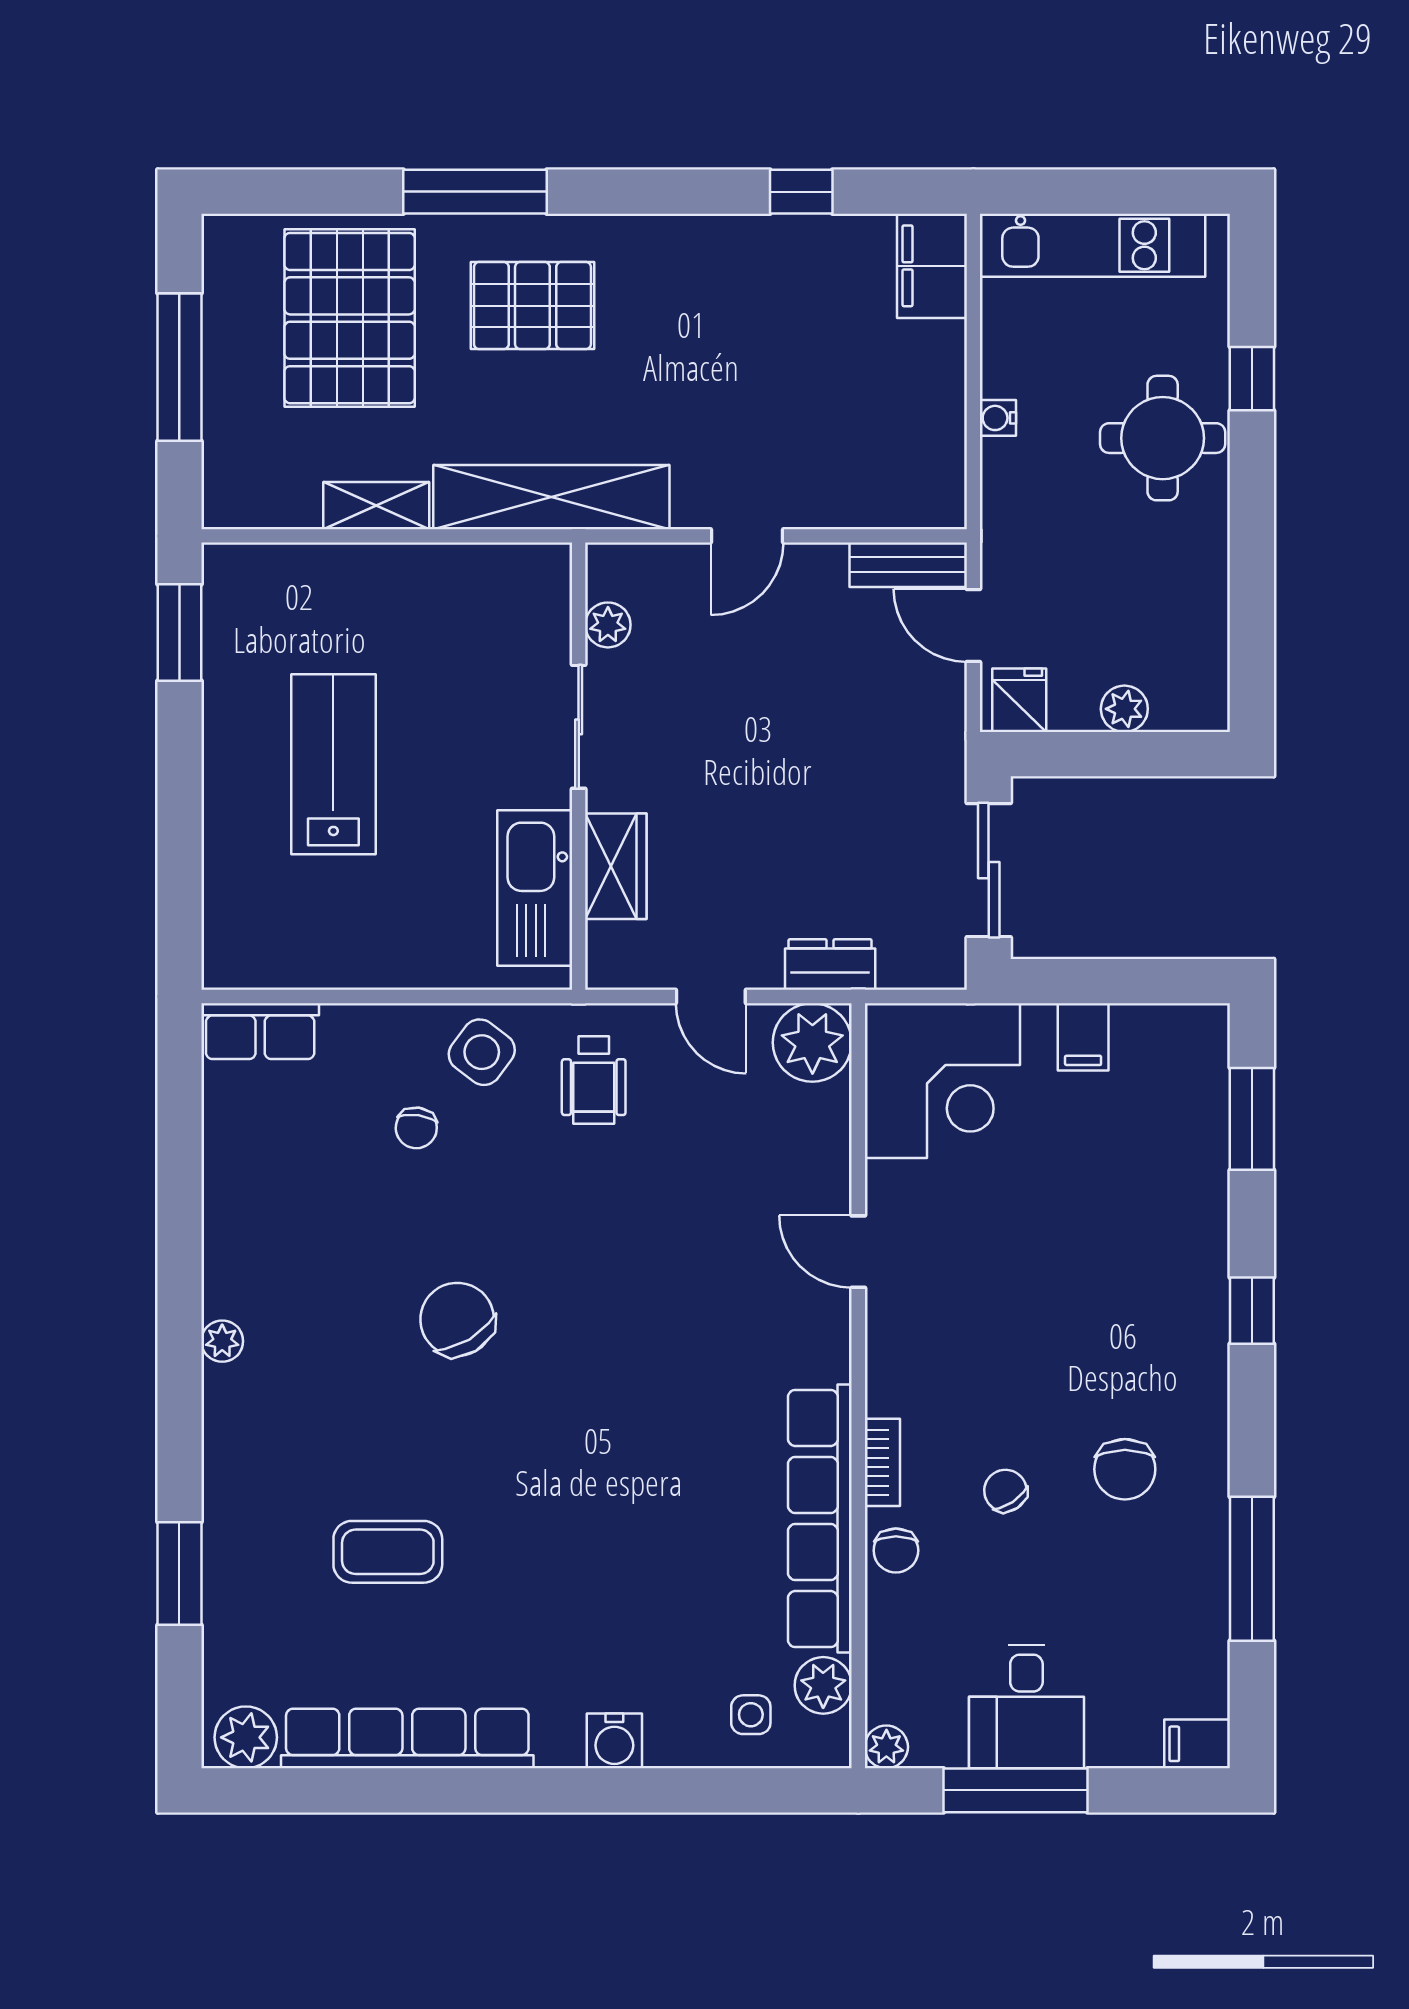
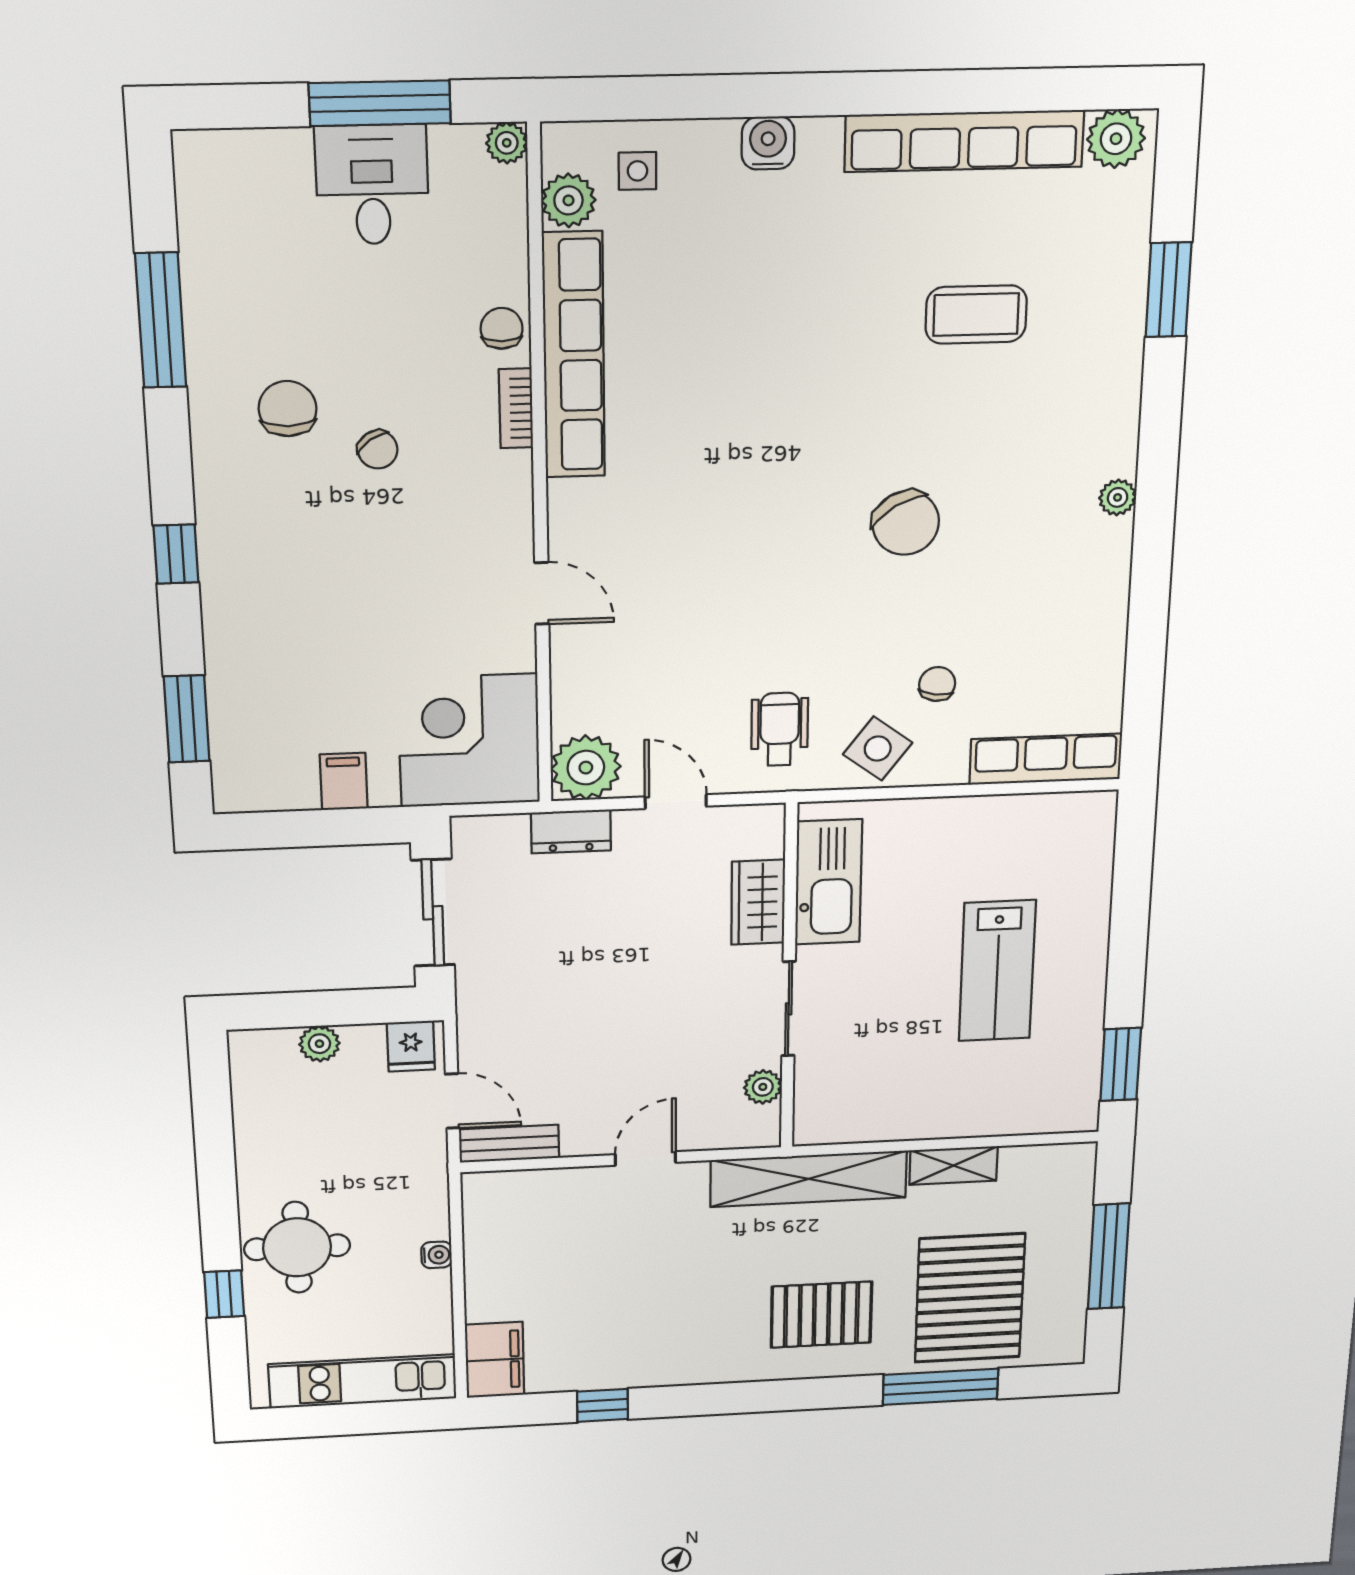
window: (475, 192) -> (941, 1387), moved
row of seats: (260, 1031) -> (1046, 759), width x1.48
chair: (1005, 1491) -> (378, 450), moved
filing cabinet: (1197, 1744) -> (204, 152), removed

